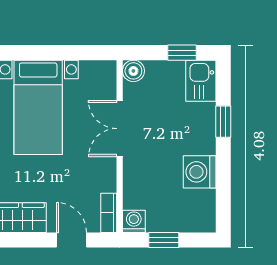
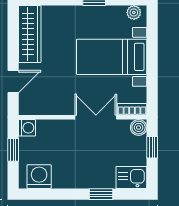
window: (182, 53) -> (152, 147), moved
washing machine: (200, 172) -> (39, 177), moved
bookcase: (109, 213) -> (132, 109), moved

